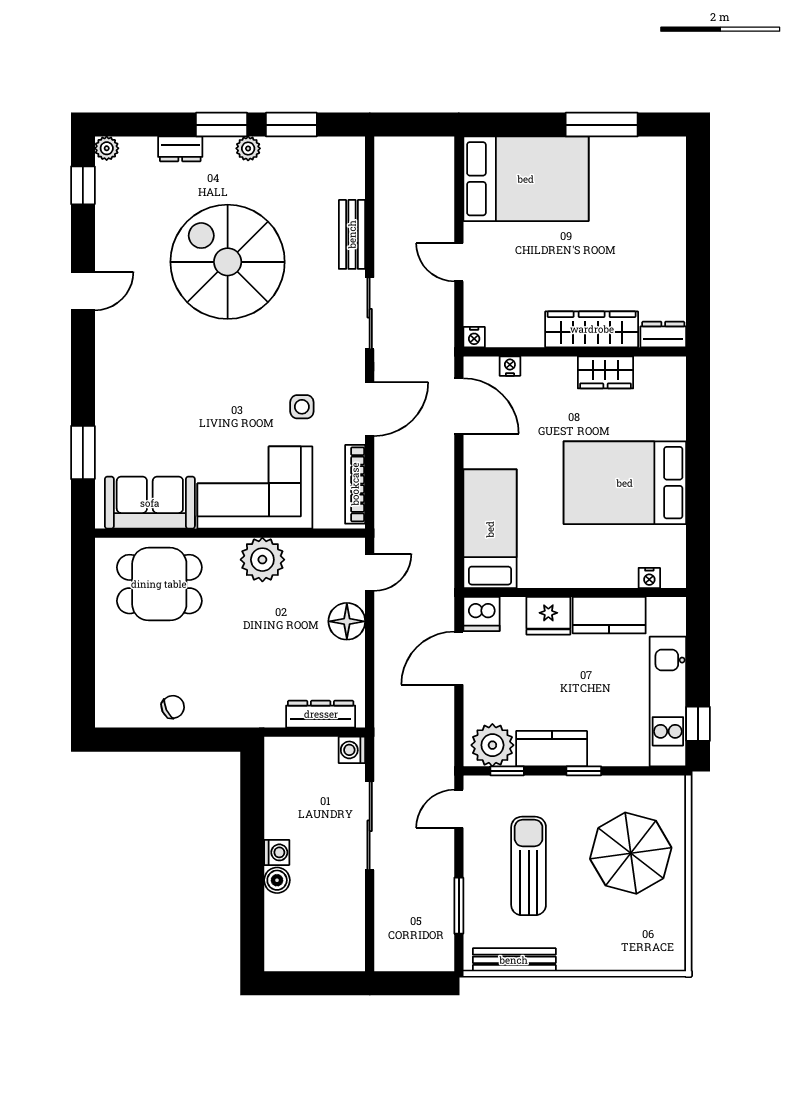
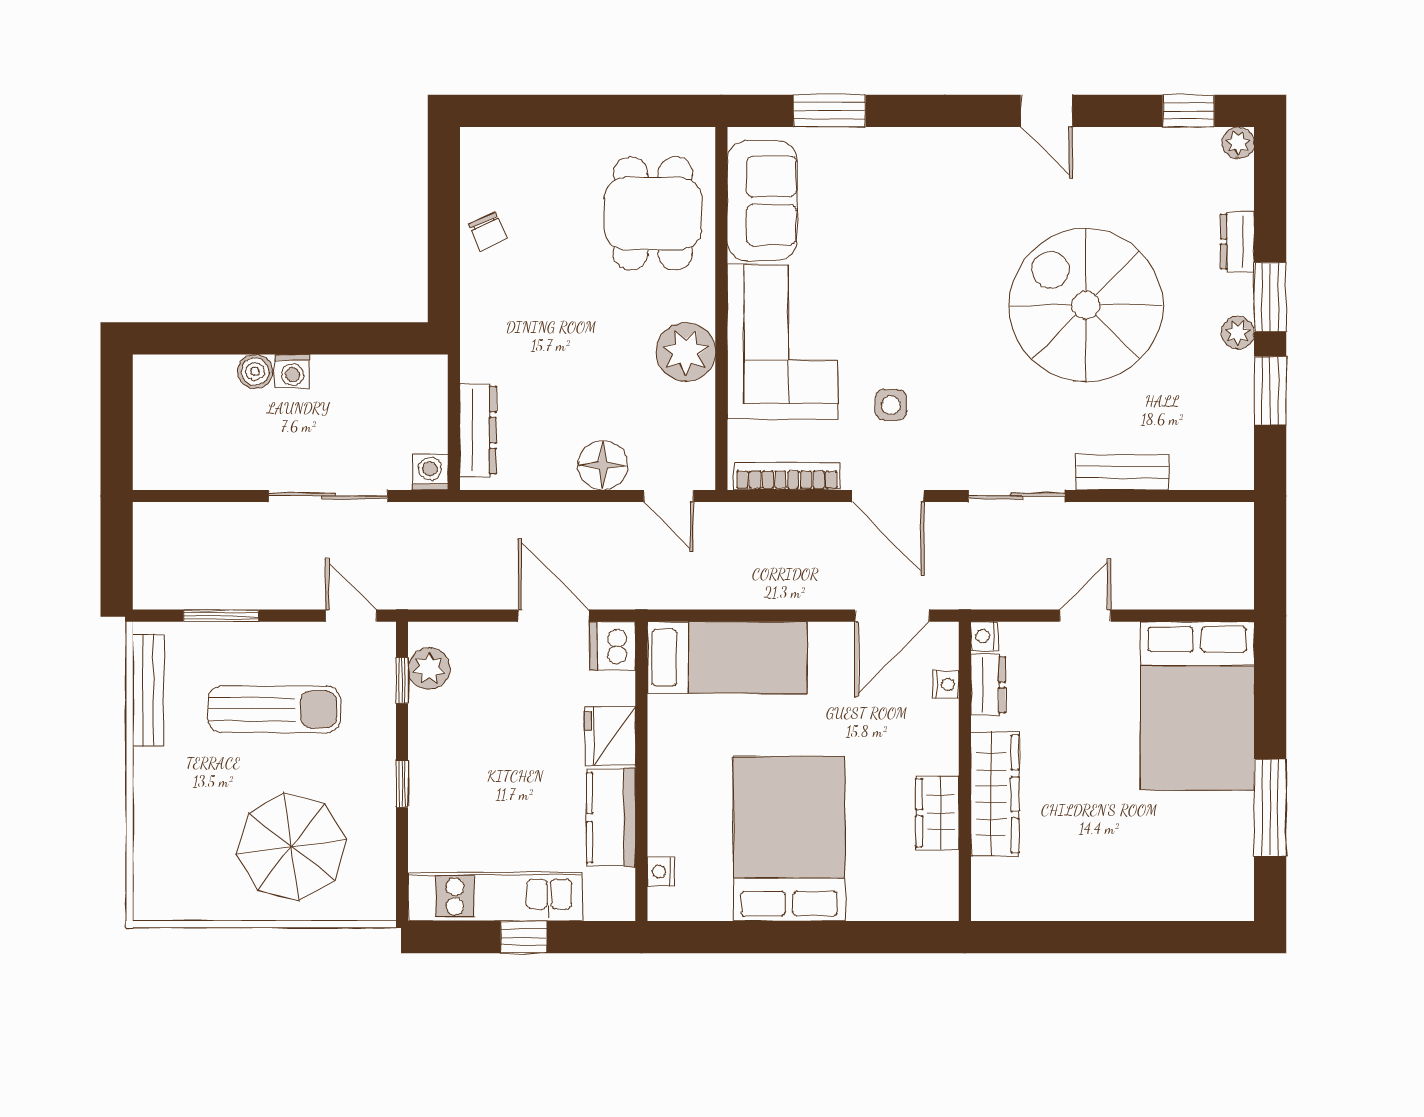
spiral stairs: (228, 262) -> (1086, 305), turned -90
dresser: (663, 335) -> (988, 685), moved
window: (698, 724) -> (524, 937), moved
plant: (492, 745) -> (429, 669), width x0.73, depth x0.73
kitchen counter: (552, 749) -> (432, 740), removed

